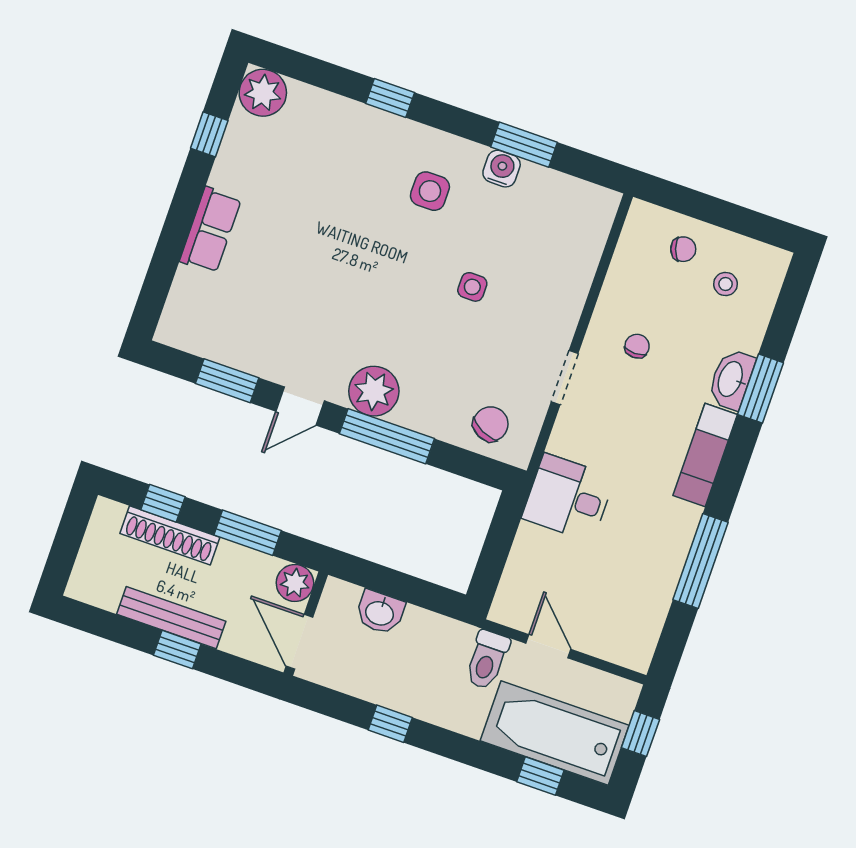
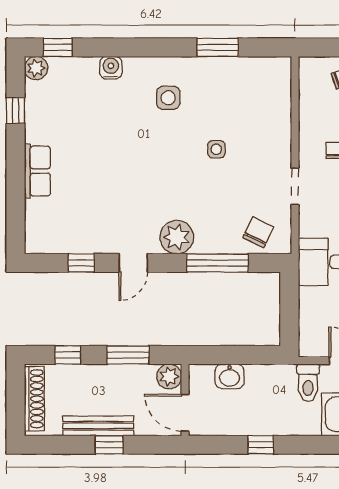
plant: (263, 93) -> (36, 68), width x0.73, depth x0.73
window: (390, 98) -> (58, 47), moved
water cooler: (502, 169) -> (111, 68), moved
window: (227, 381) -> (81, 263), width x0.67
window: (387, 436) -> (217, 263), moved
shoe rack: (170, 535) -> (34, 399), moved, turned -90

